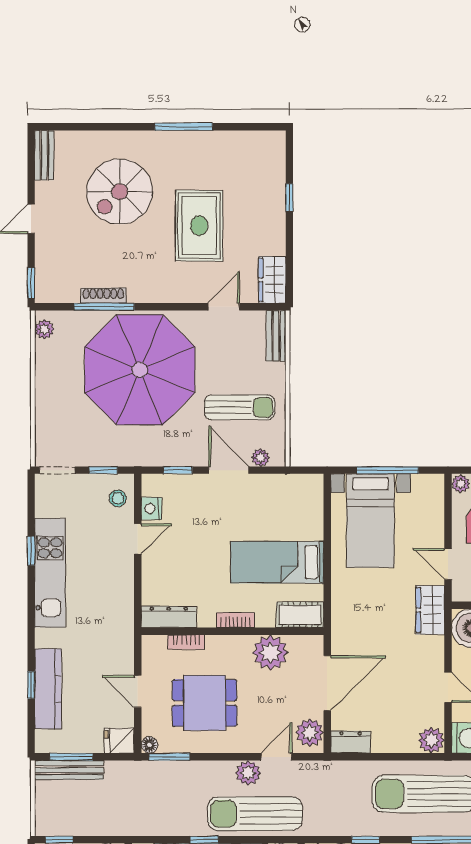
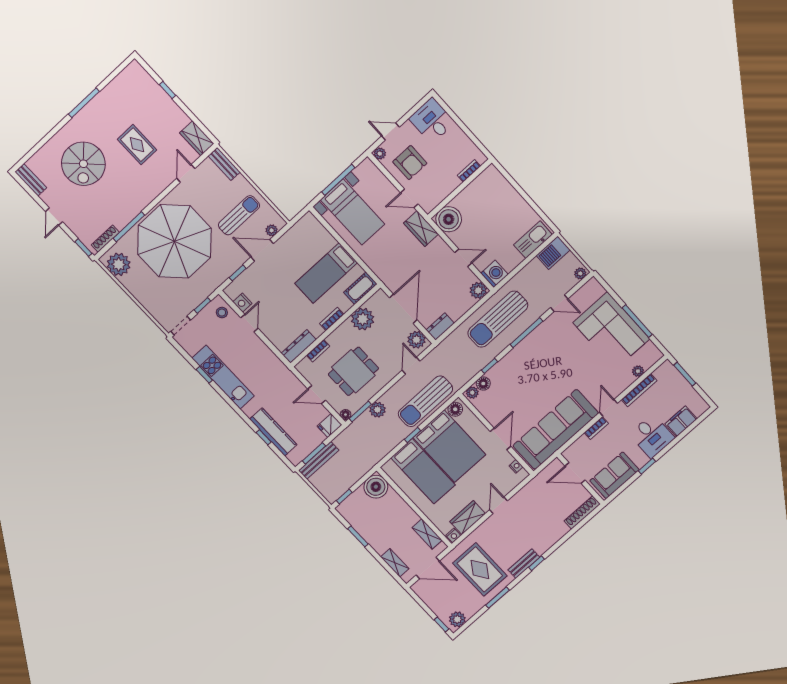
rug: (199, 226) -> (137, 145), width x0.73, depth x0.70
shoe rack: (103, 296) -> (105, 239), moved
plant: (44, 329) -> (119, 264), width x1.88, depth x1.88
plant: (248, 773) -> (377, 410), moved

